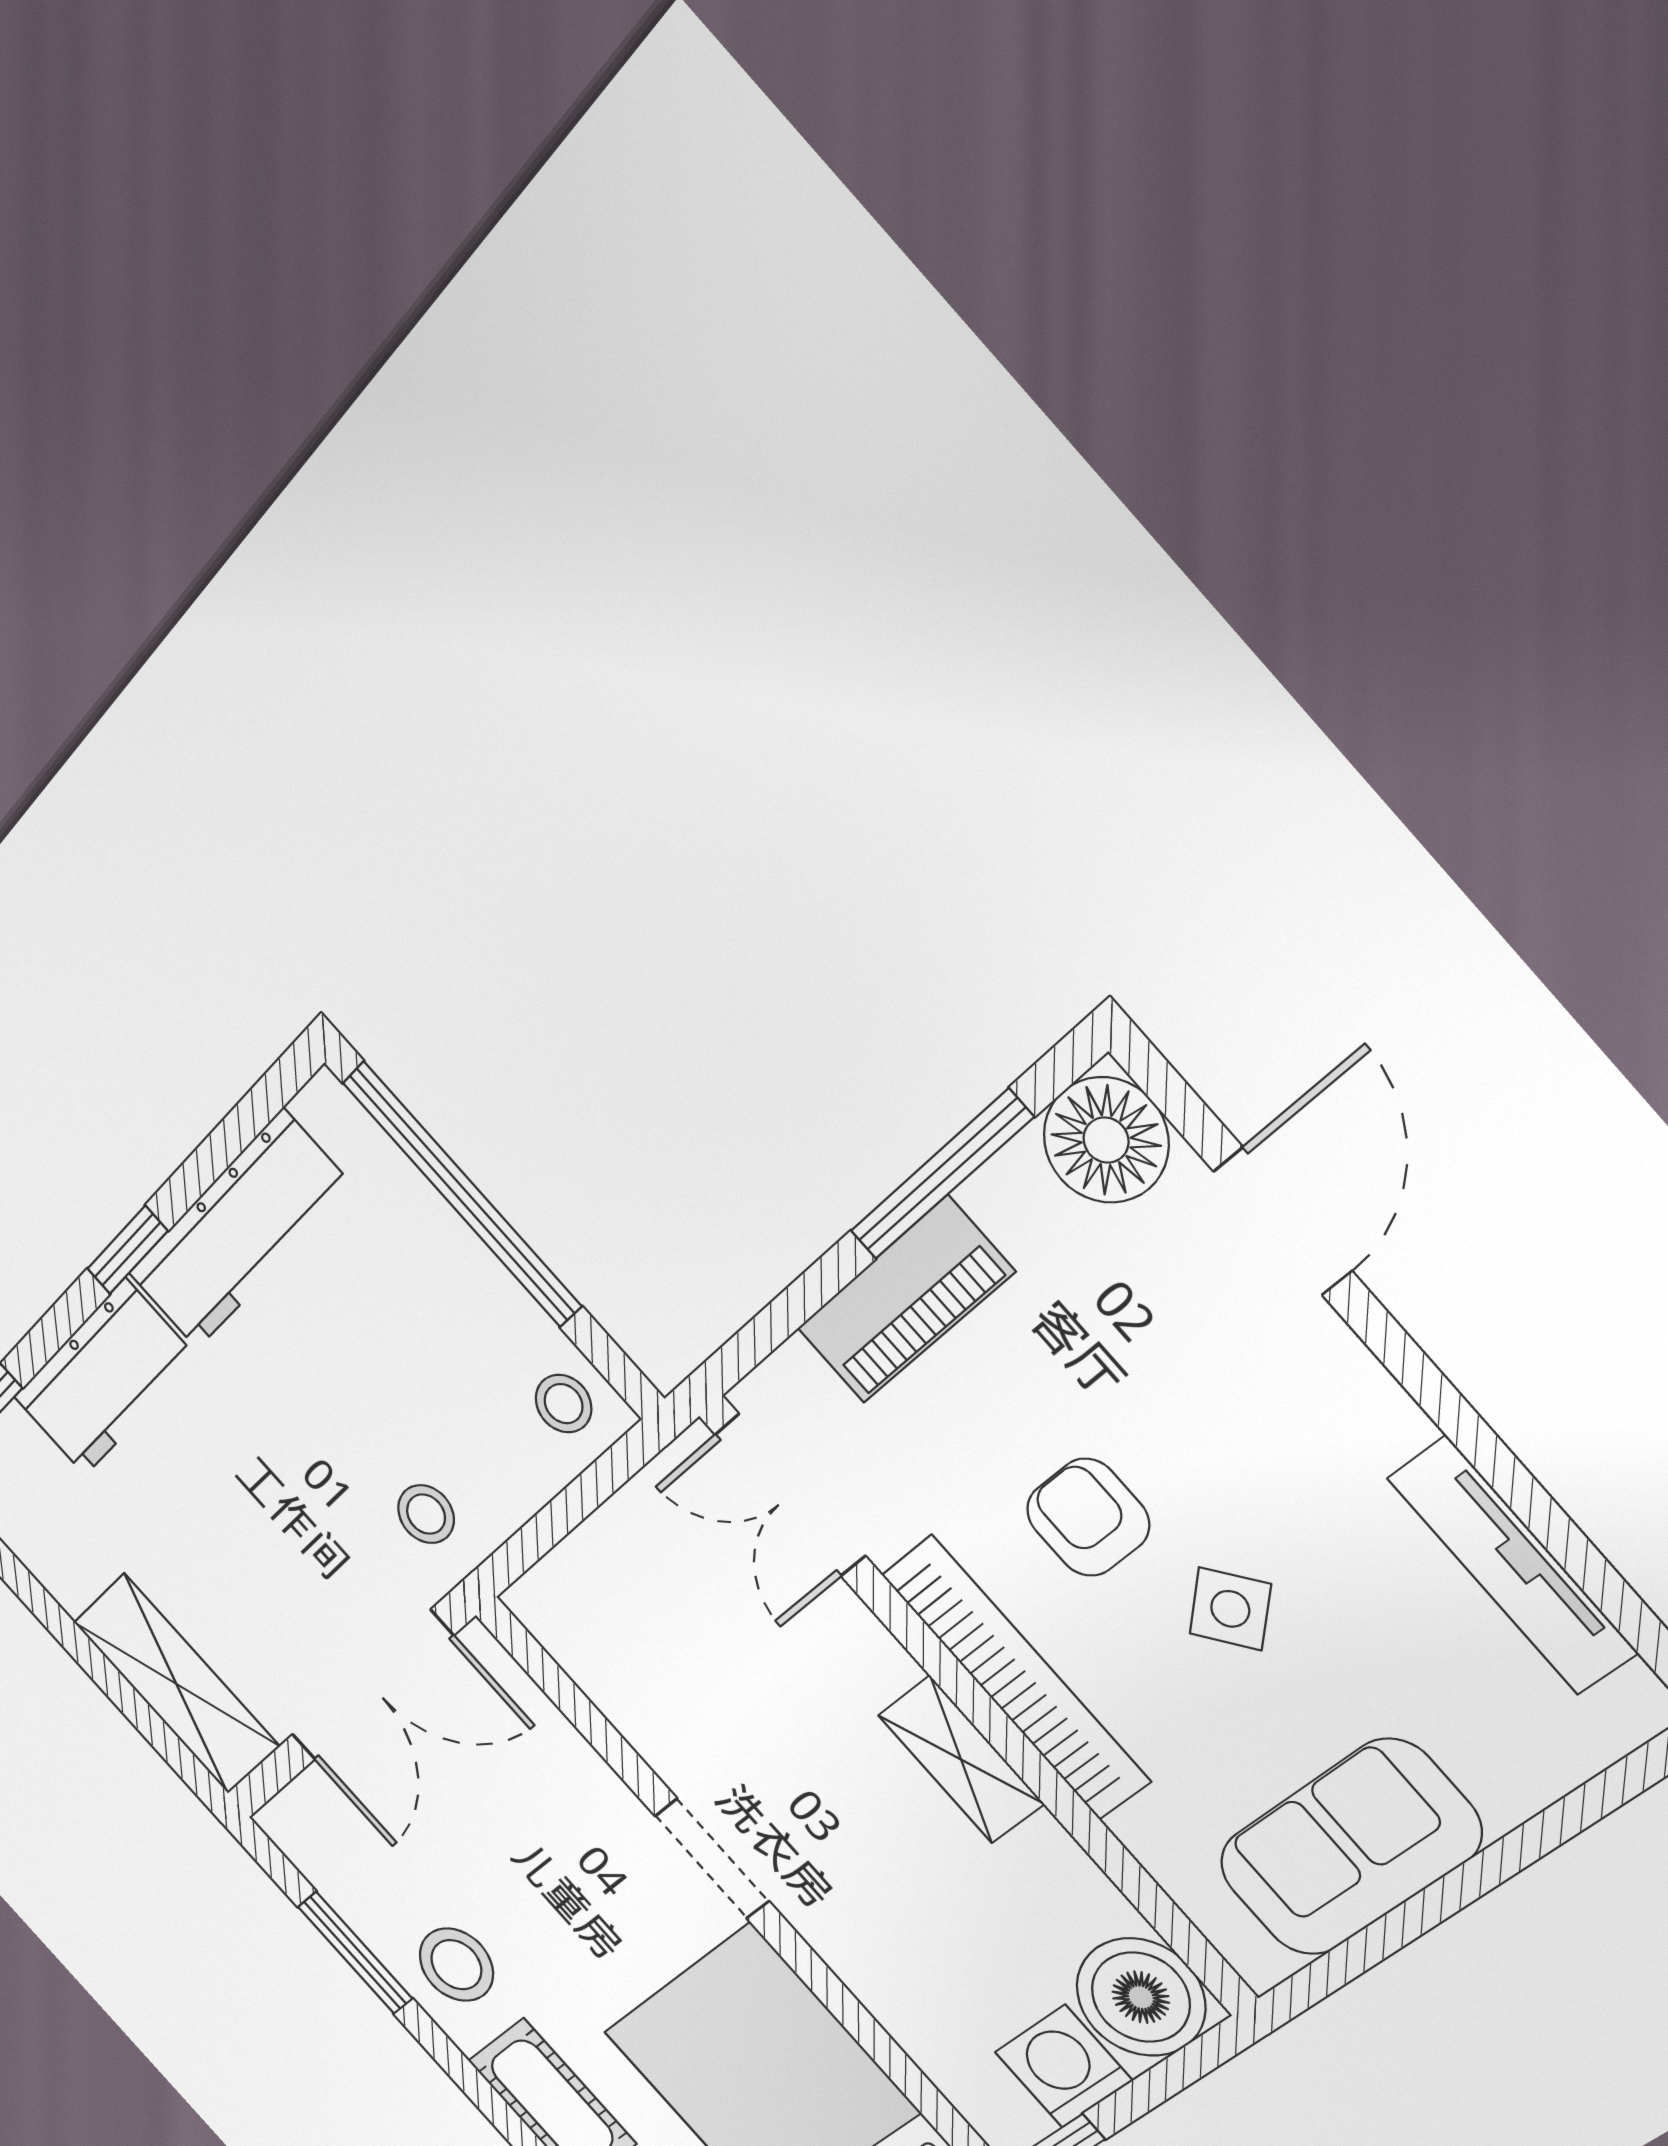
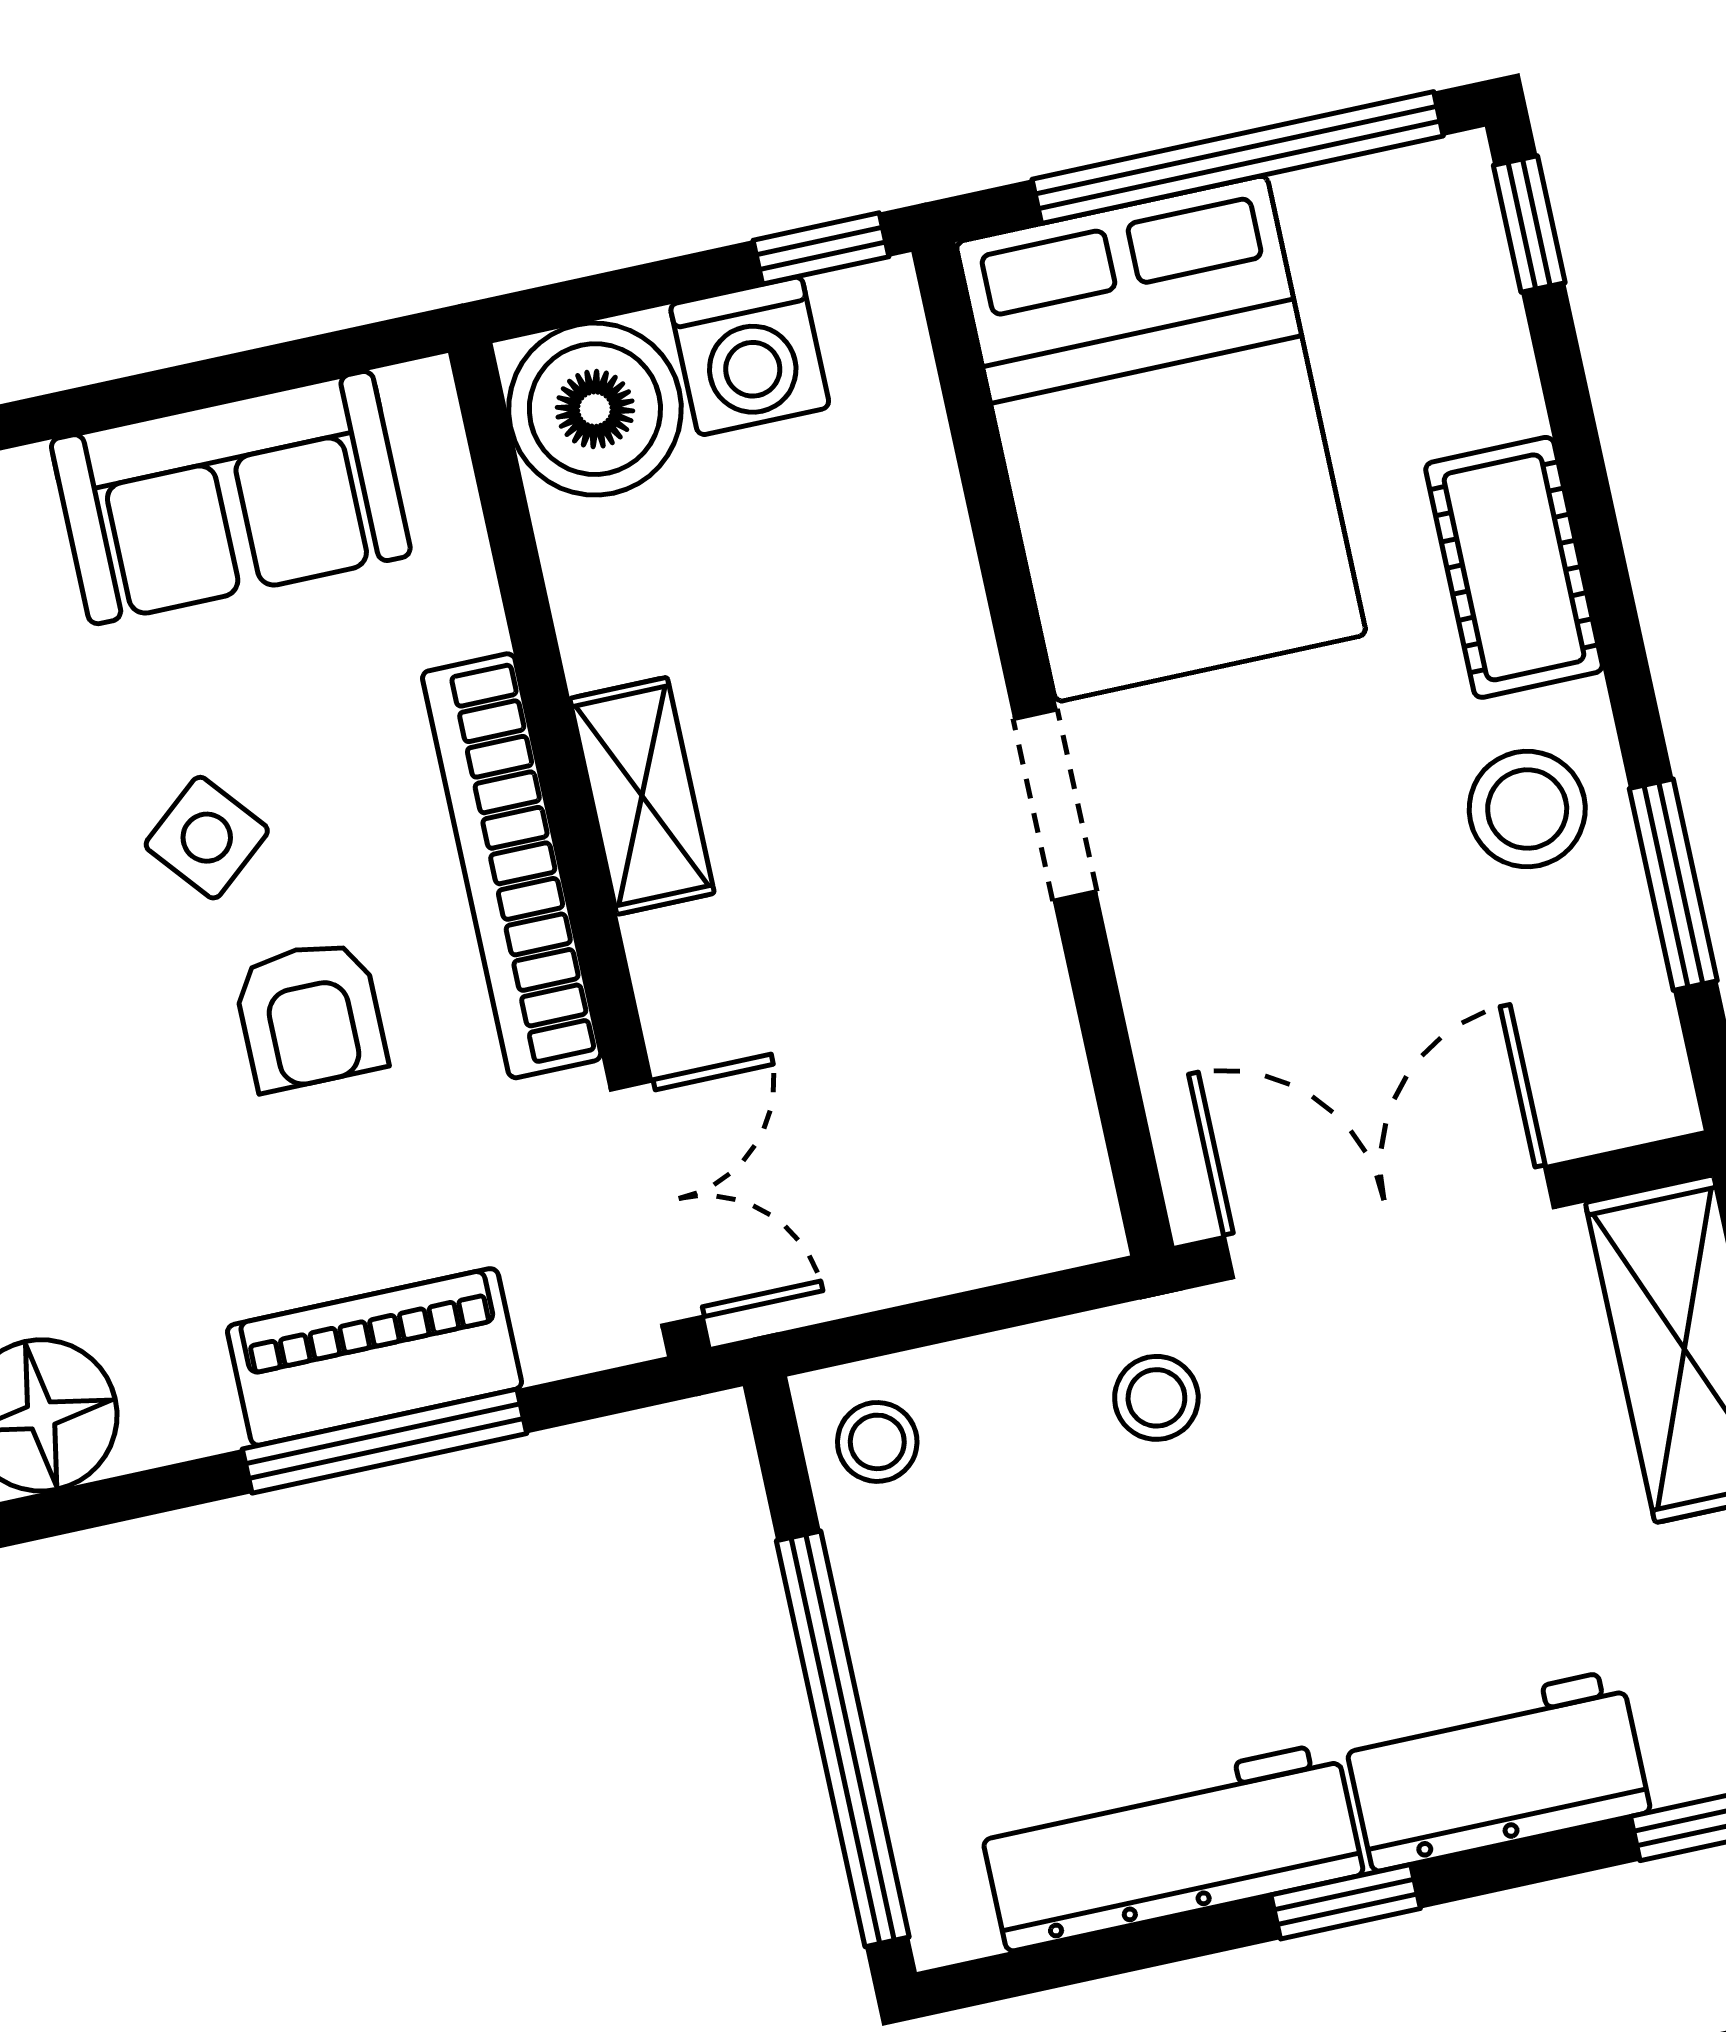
window: (941, 1175) -> (385, 1441), moved

